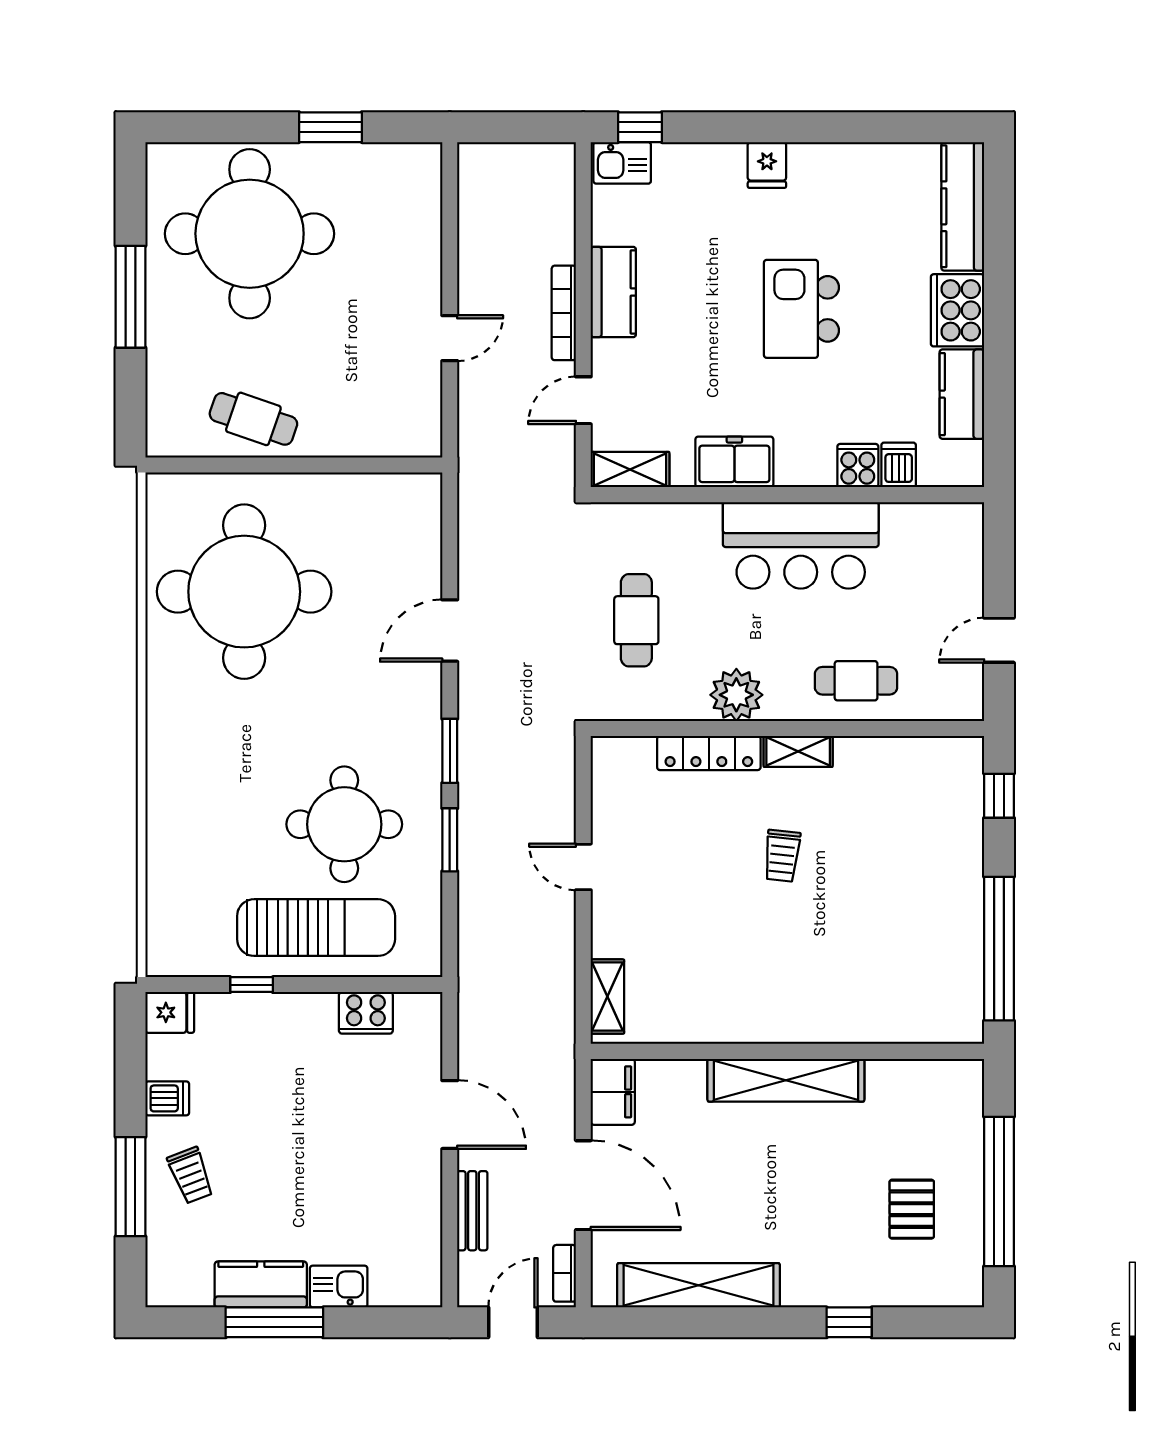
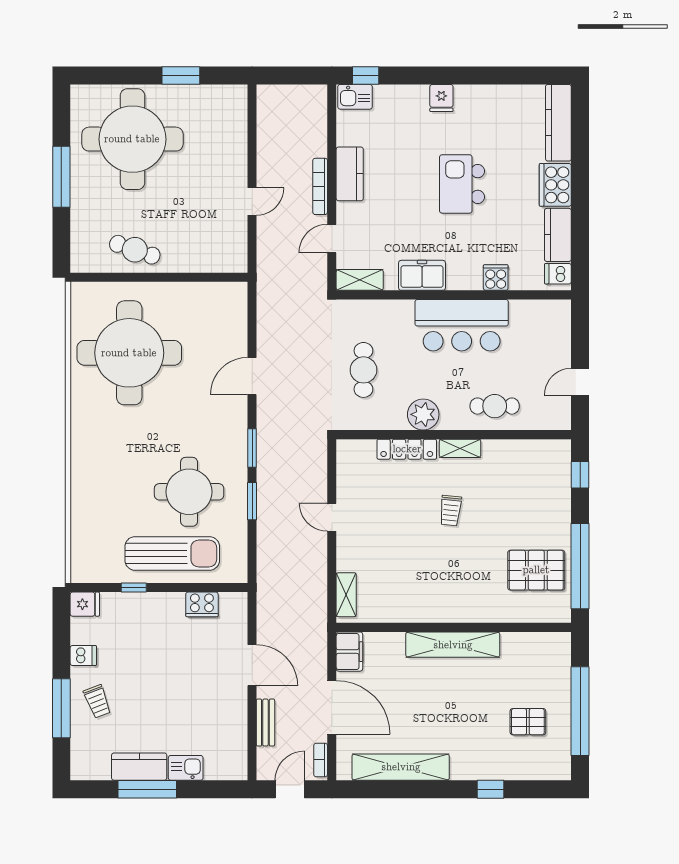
dishwasher: (899, 465) -> (558, 274), moved, turned -90
pallet: (926, 955) -> (536, 570), added
pallet: (912, 1209) -> (528, 722), turned 90

